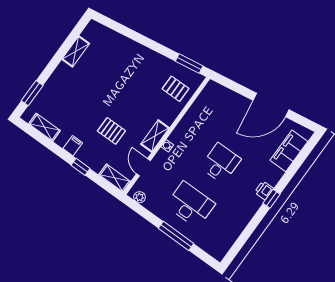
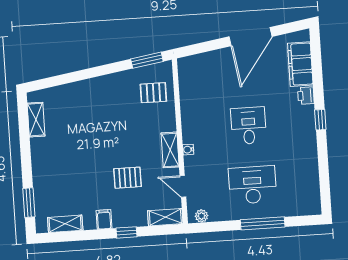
shelving: (76, 51) -> (36, 120), moved
printer: (264, 190) -> (306, 96), moved

